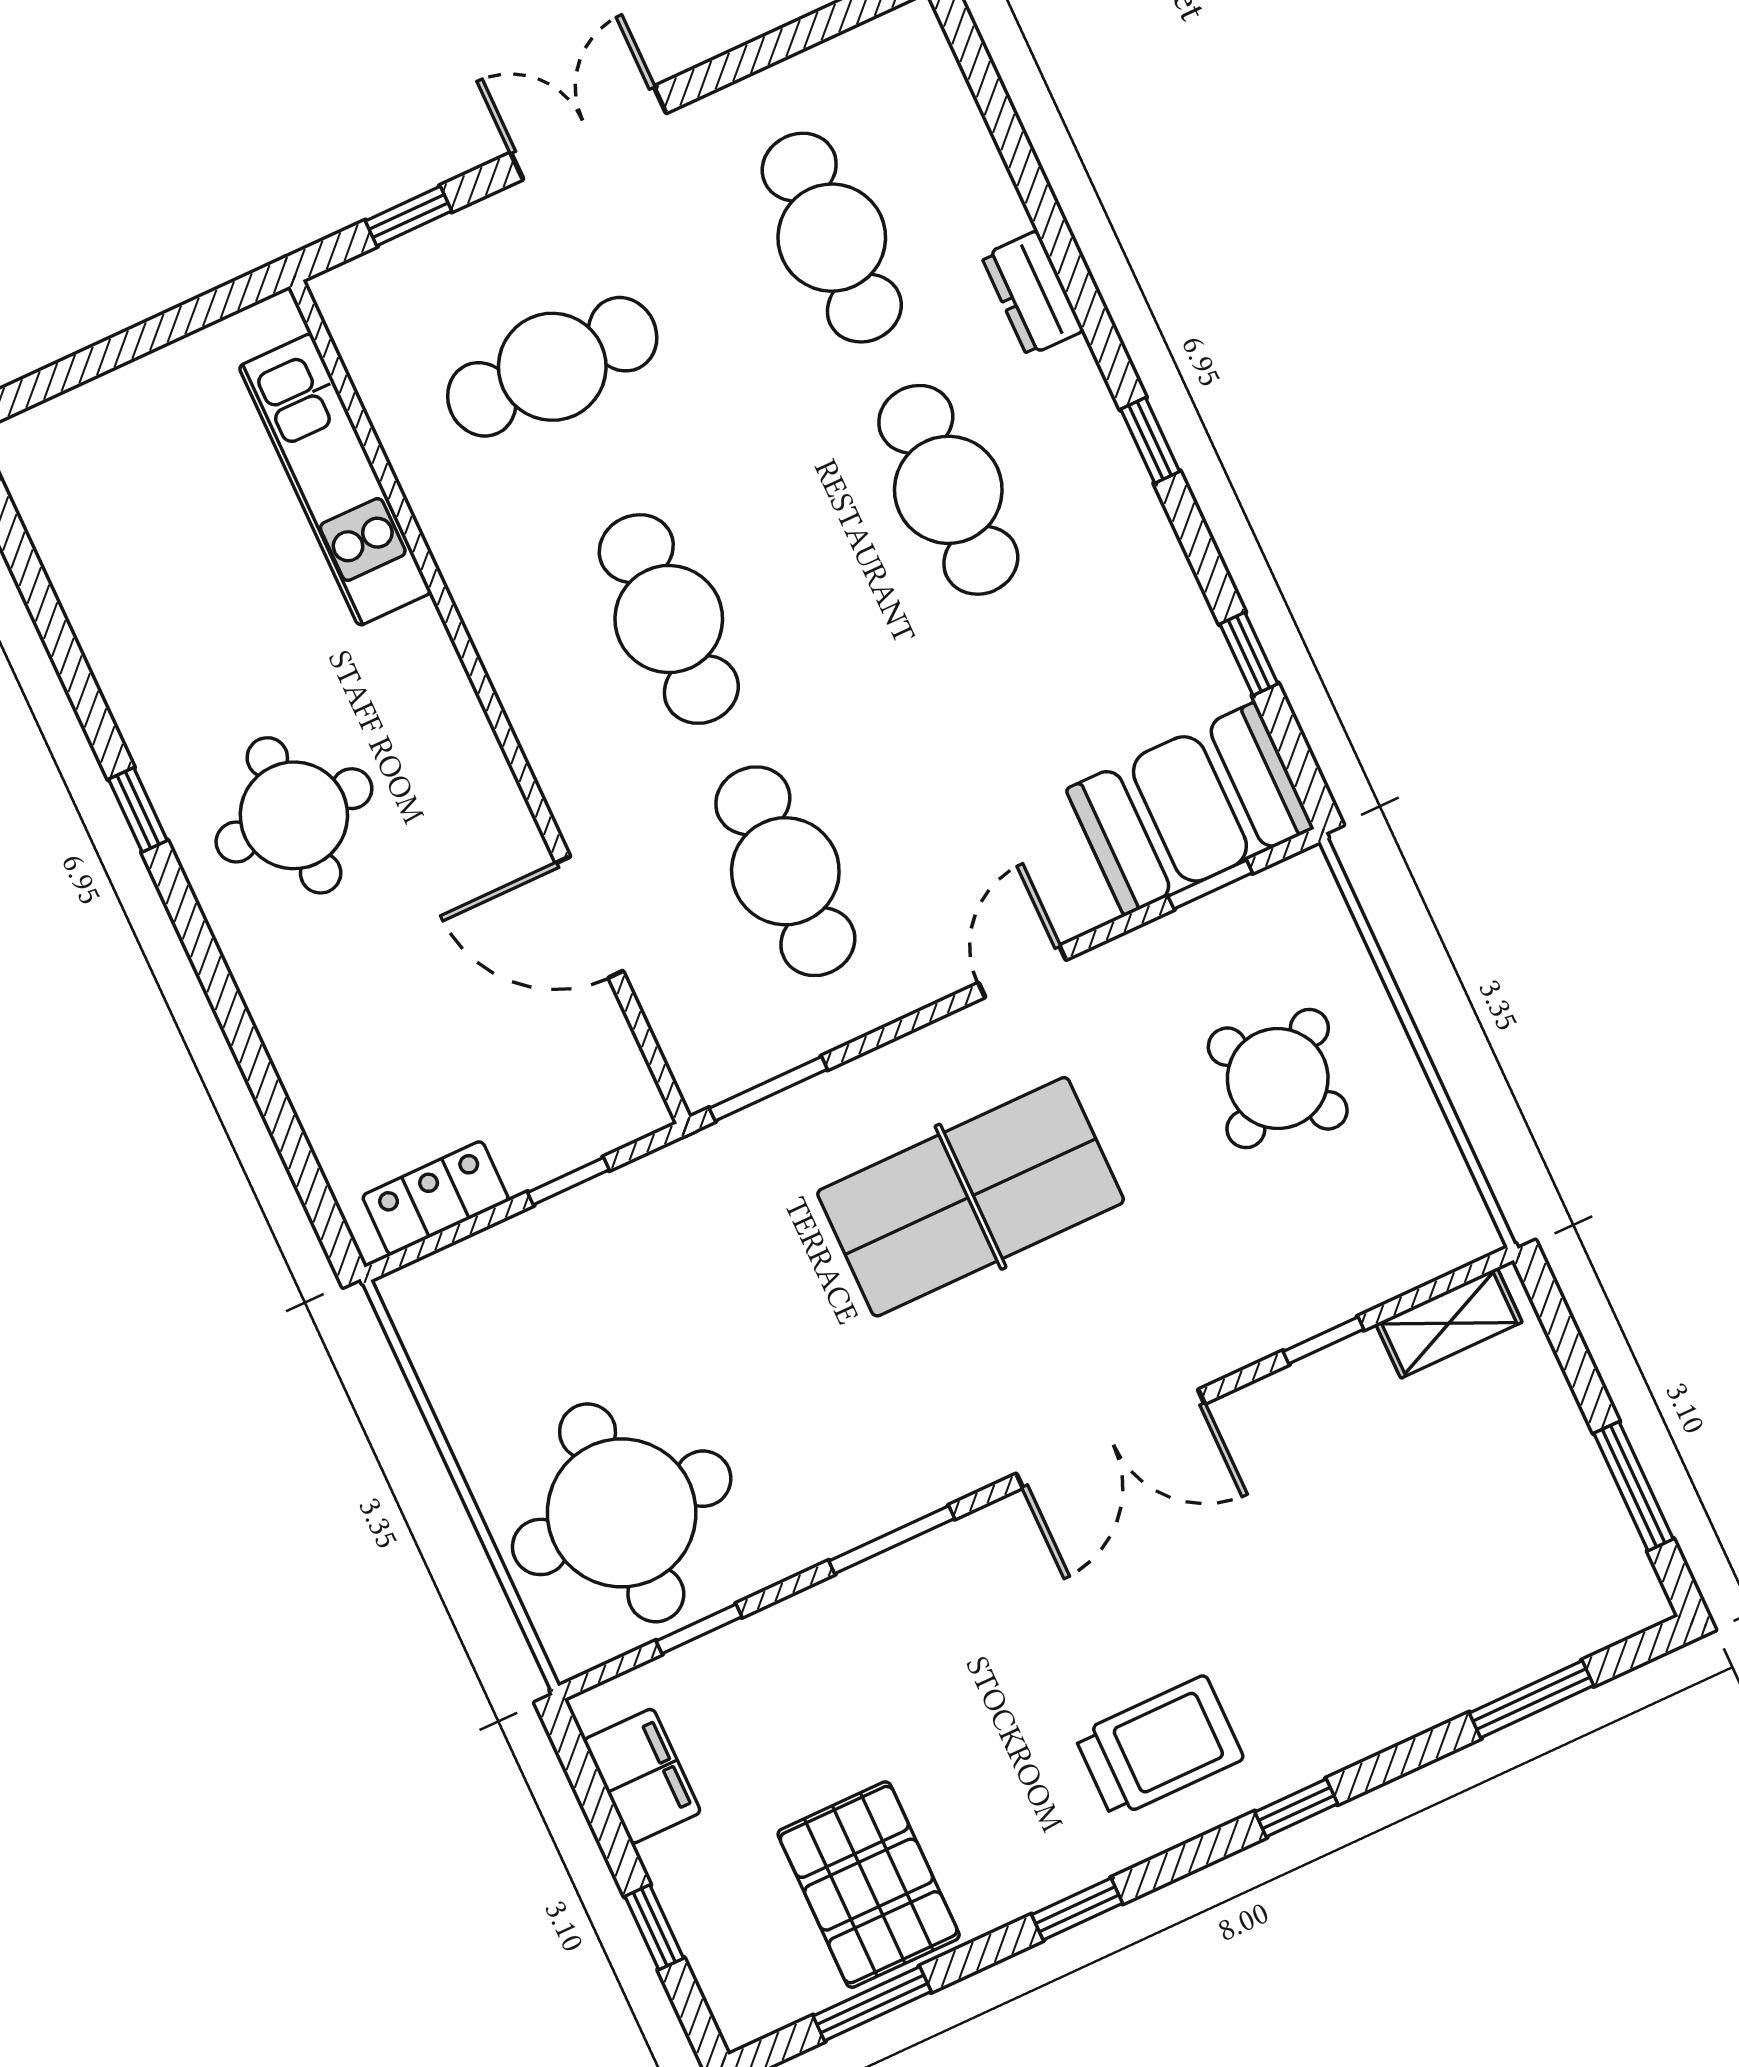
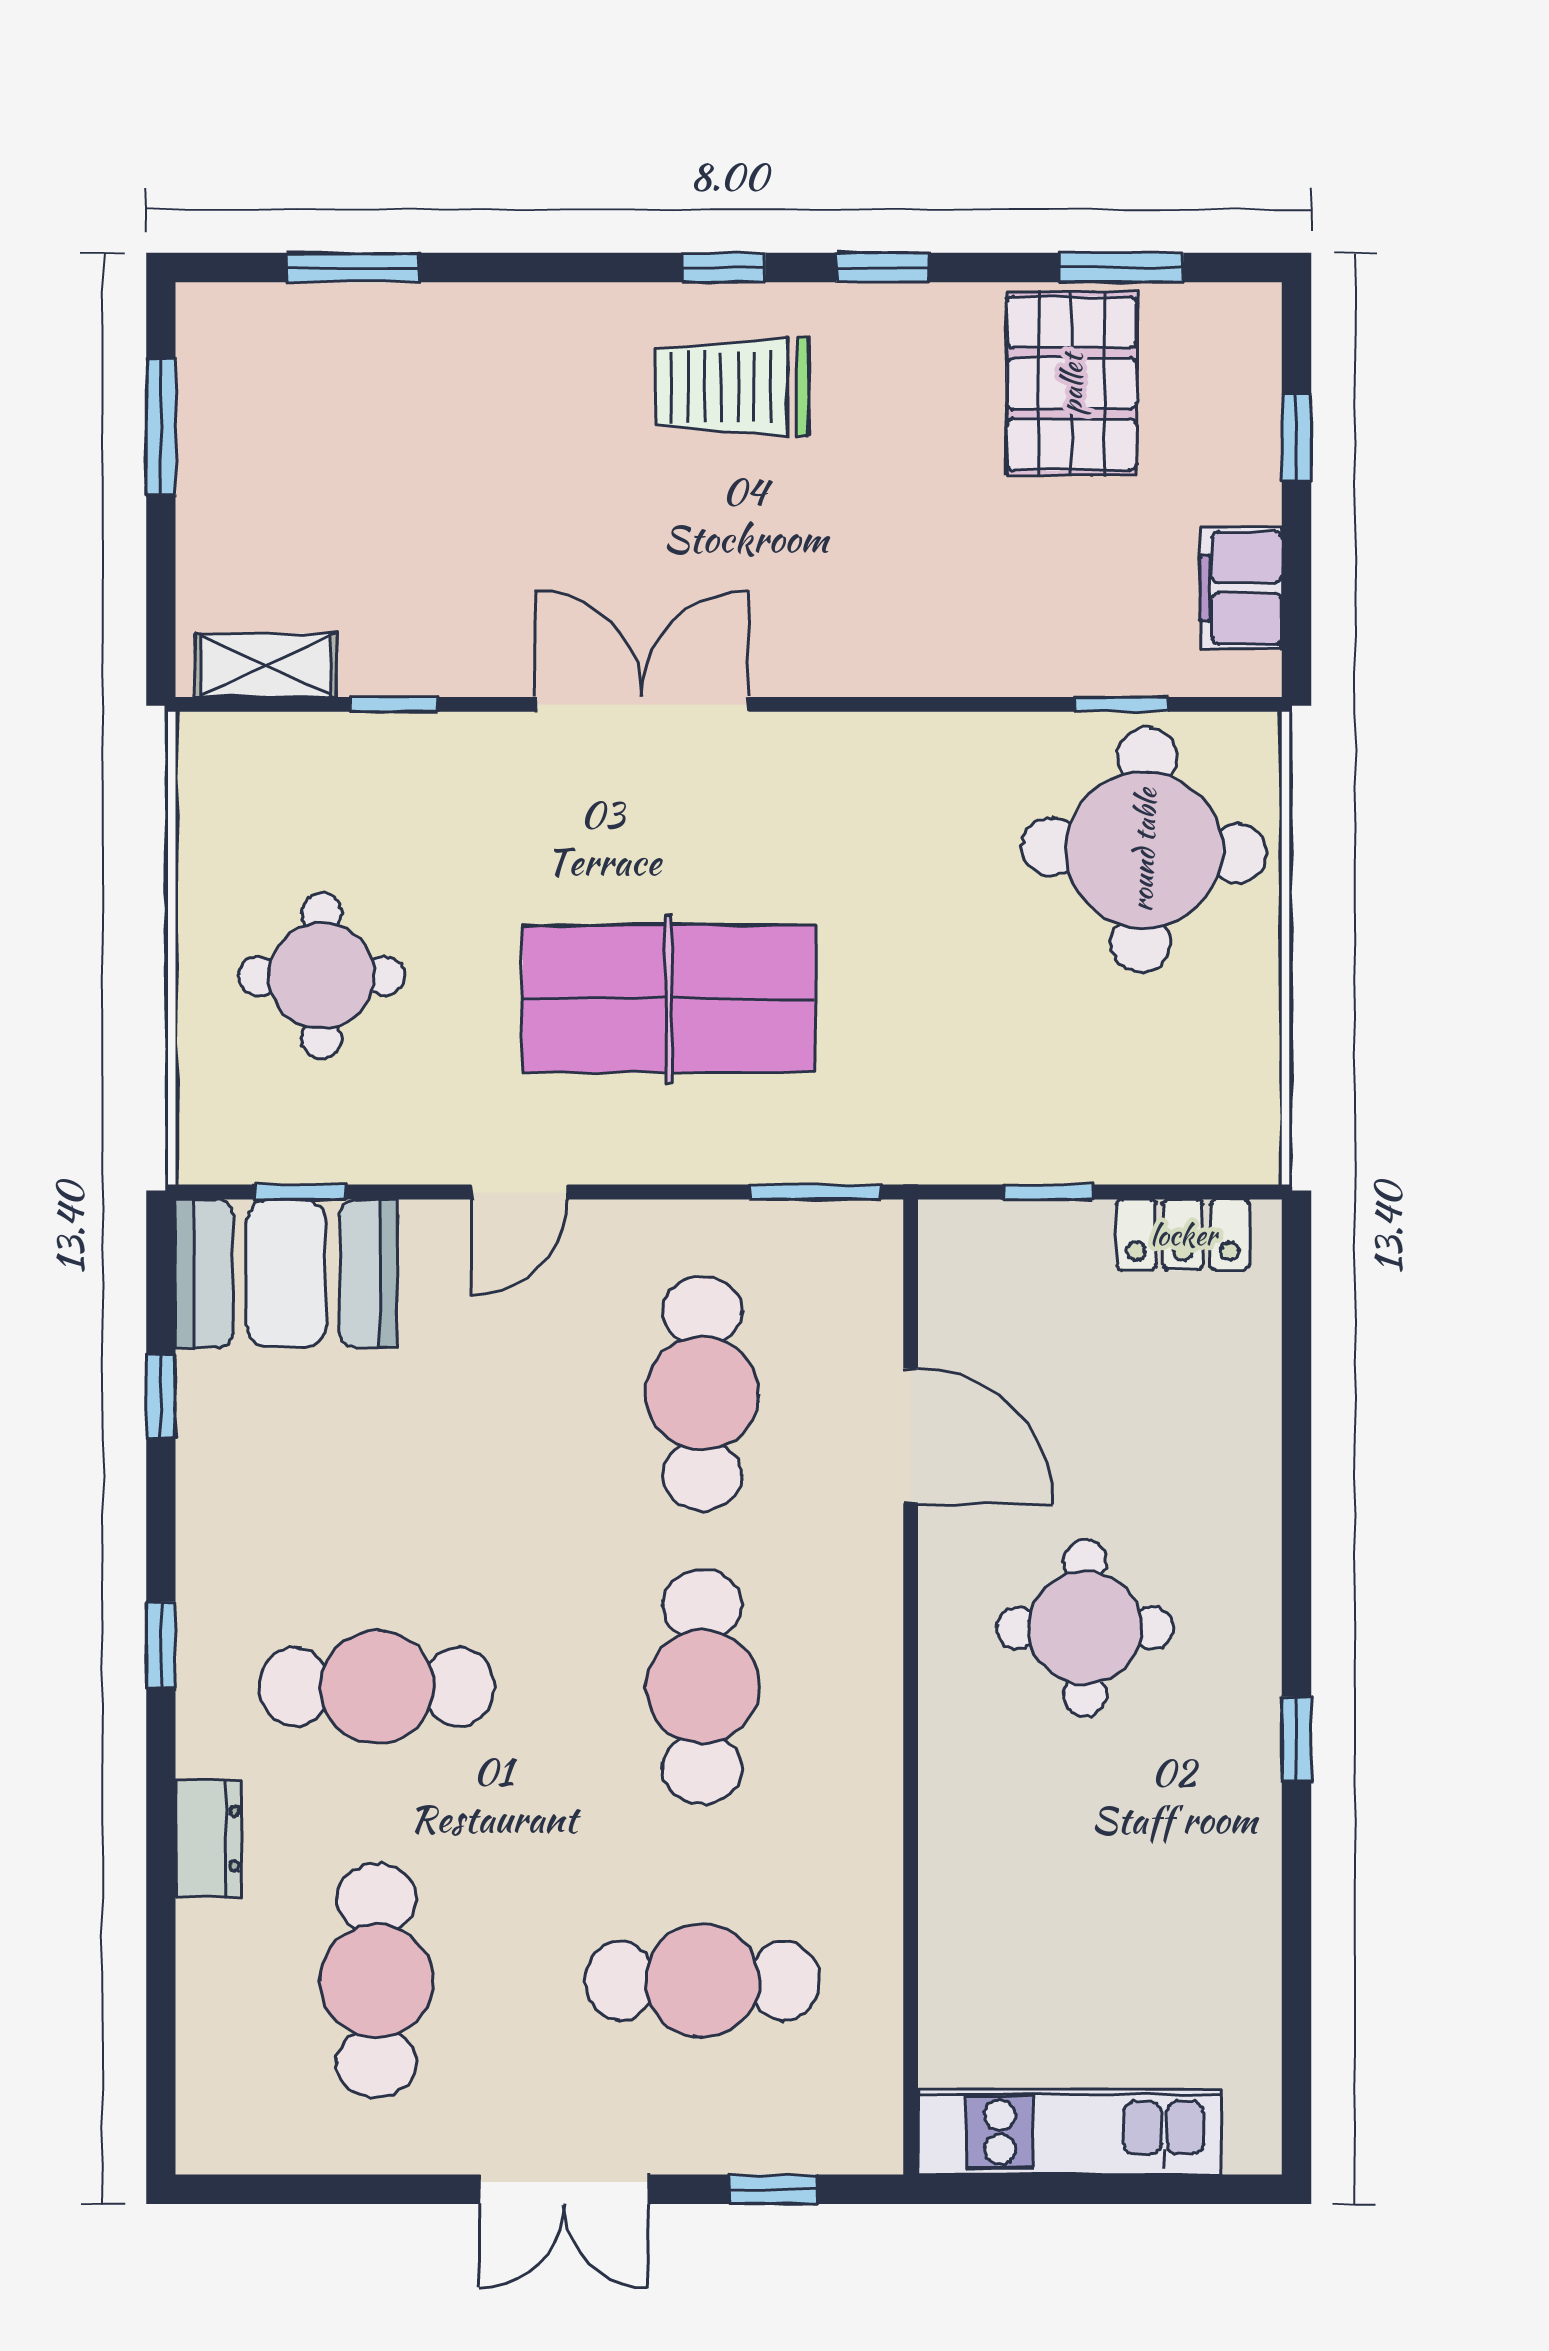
kitchen unit: (335, 480) -> (1070, 2132), moved, turned -90
cafe table: (948, 490) -> (377, 1687), turned 90
round table: (294, 815) -> (1085, 1628), moved
round table: (1278, 1079) -> (322, 976), turned 33
window: (892, 1540) -> (897, 704), removed
window: (1296, 1808) -> (724, 268), moved

